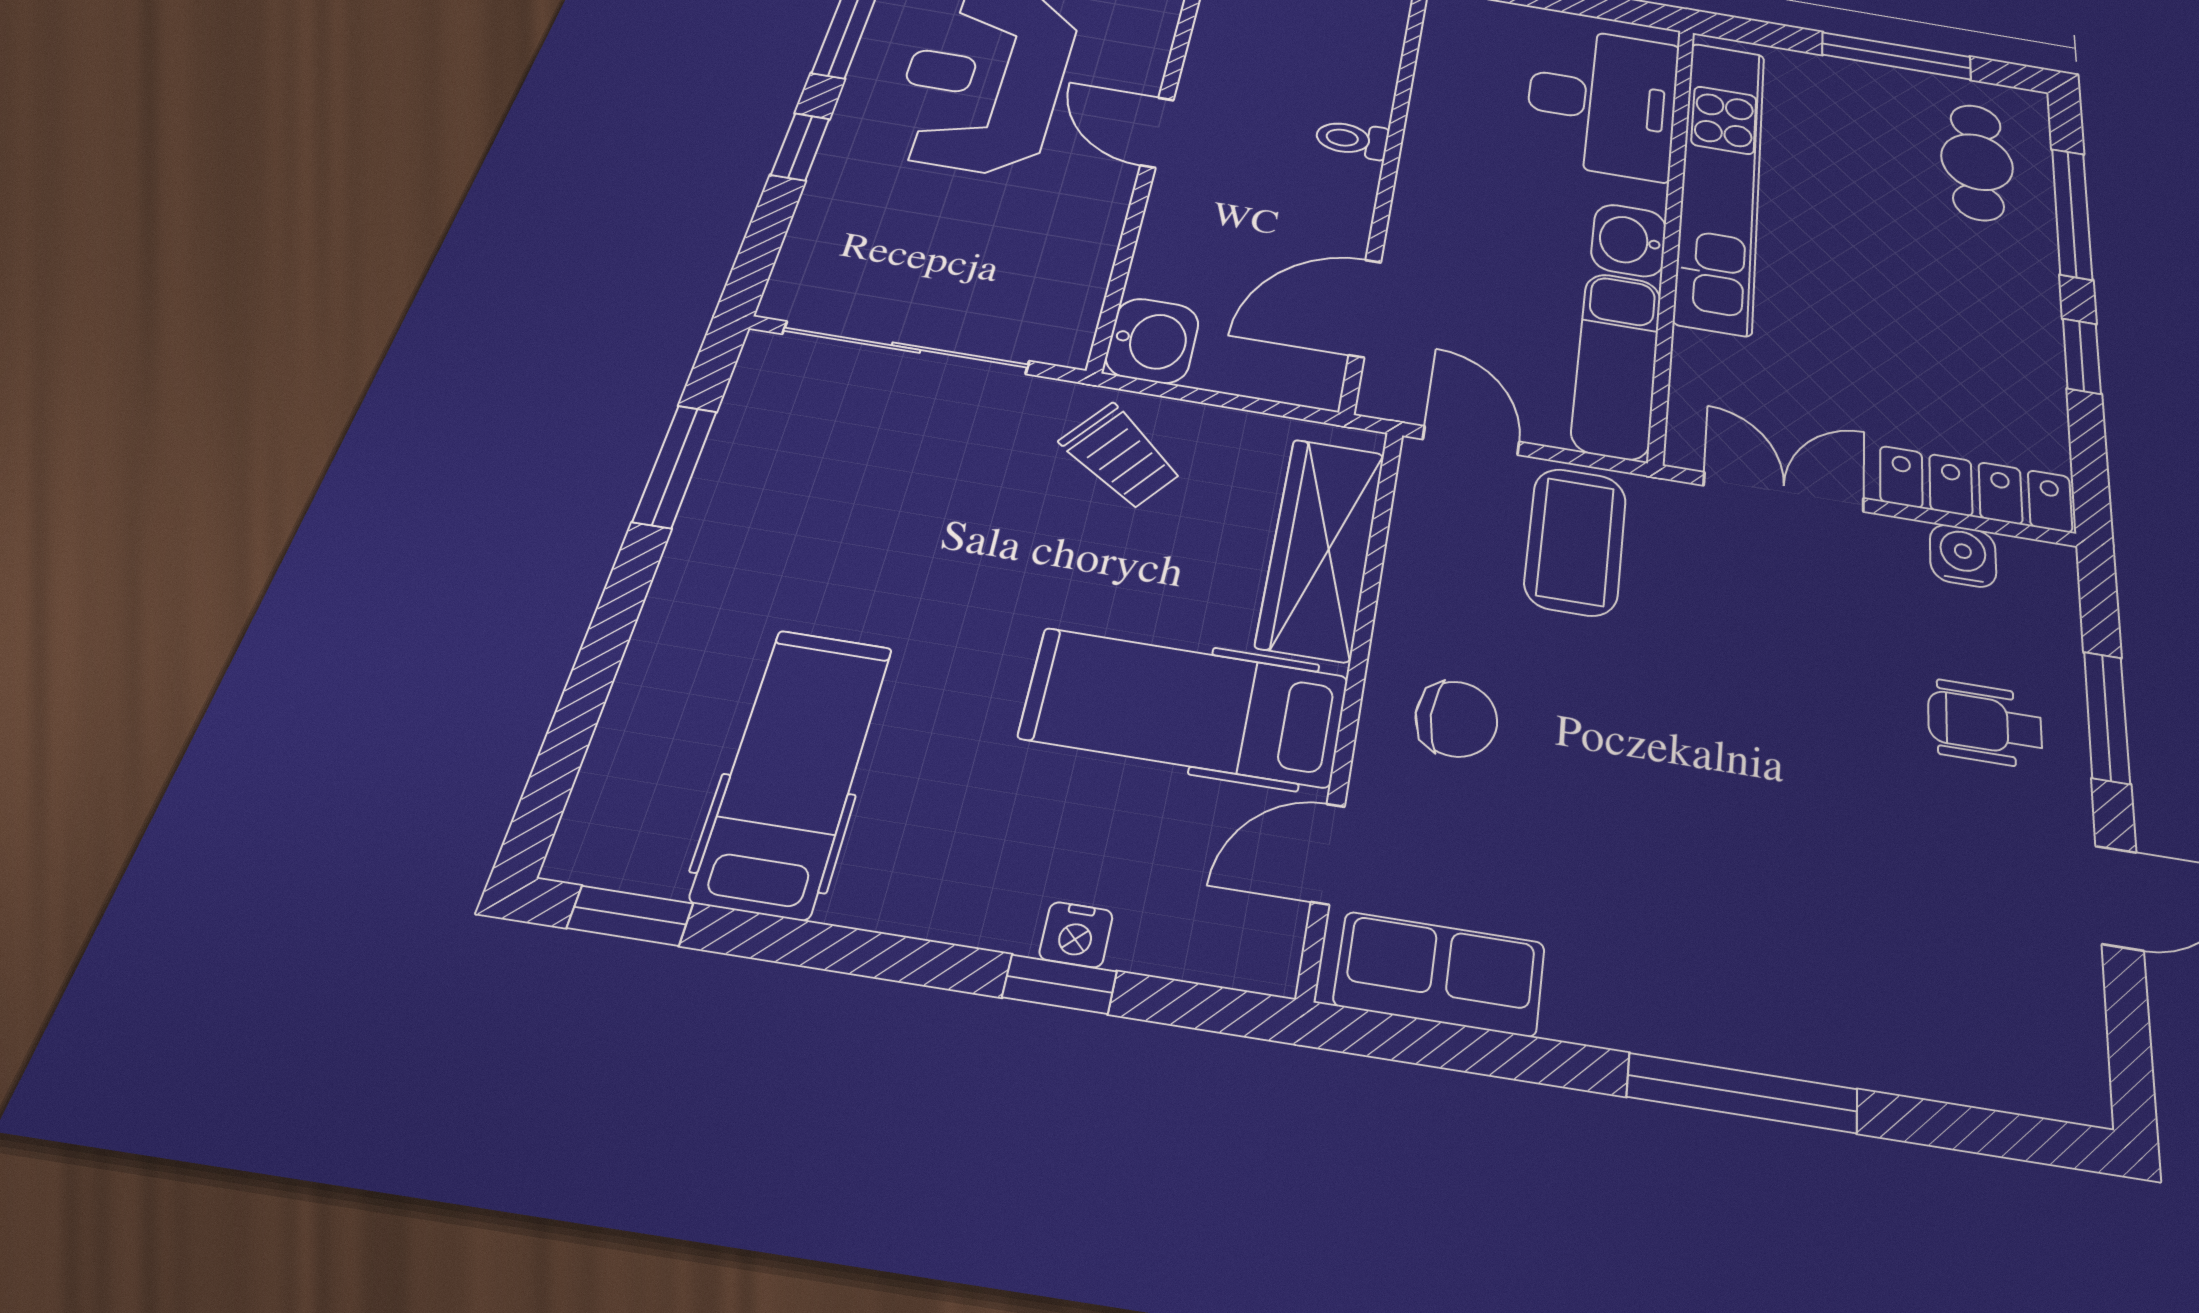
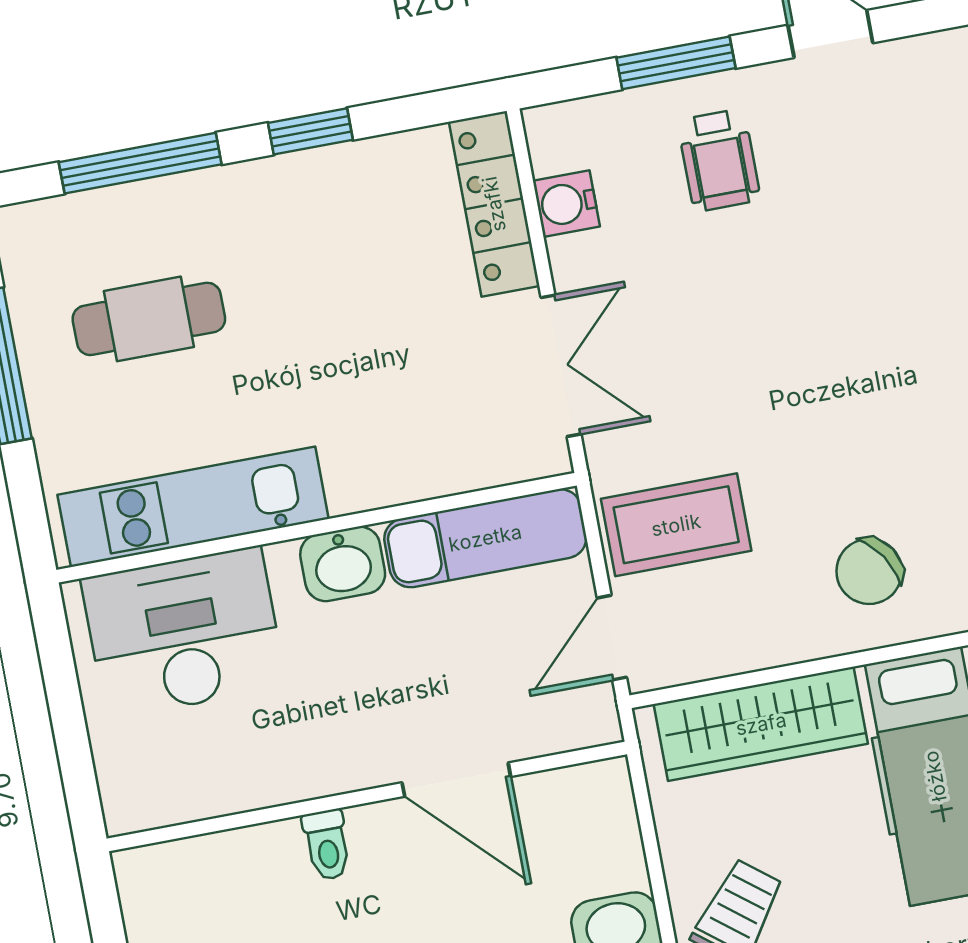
cafe table: (1977, 162) -> (149, 319), moved
kitchen unit: (1720, 183) -> (193, 507), width x0.73
door: (1365, 308) -> (456, 780), moved
double door: (1784, 492) -> (561, 366), swing flipped
chair: (1456, 719) -> (869, 571), turned -123

